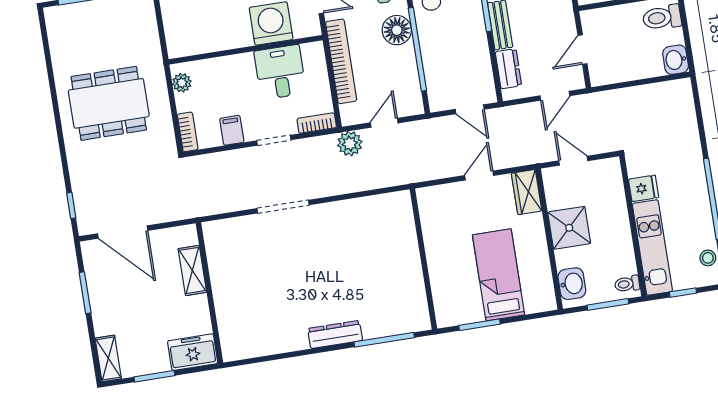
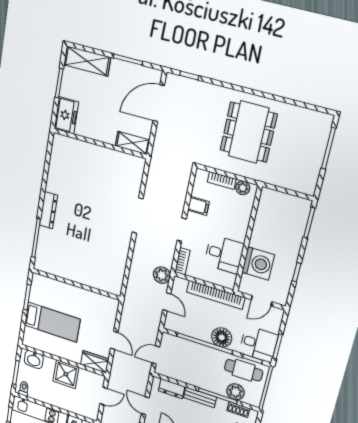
bookcase: (188, 132) -> (222, 180), moved
shelving: (192, 270) -> (133, 143), moved
shelving: (108, 358) -> (87, 61), width x1.50, depth x1.33

